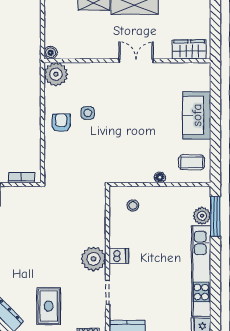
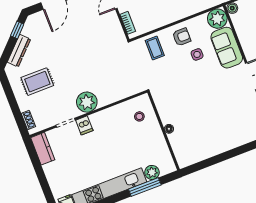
sofa: (197, 115) -> (227, 48), moved, turned -90
coffee table: (192, 162) -> (155, 48), moved
window: (215, 216) -> (145, 187), moved
dishwasher: (119, 256) -> (84, 125), moved

